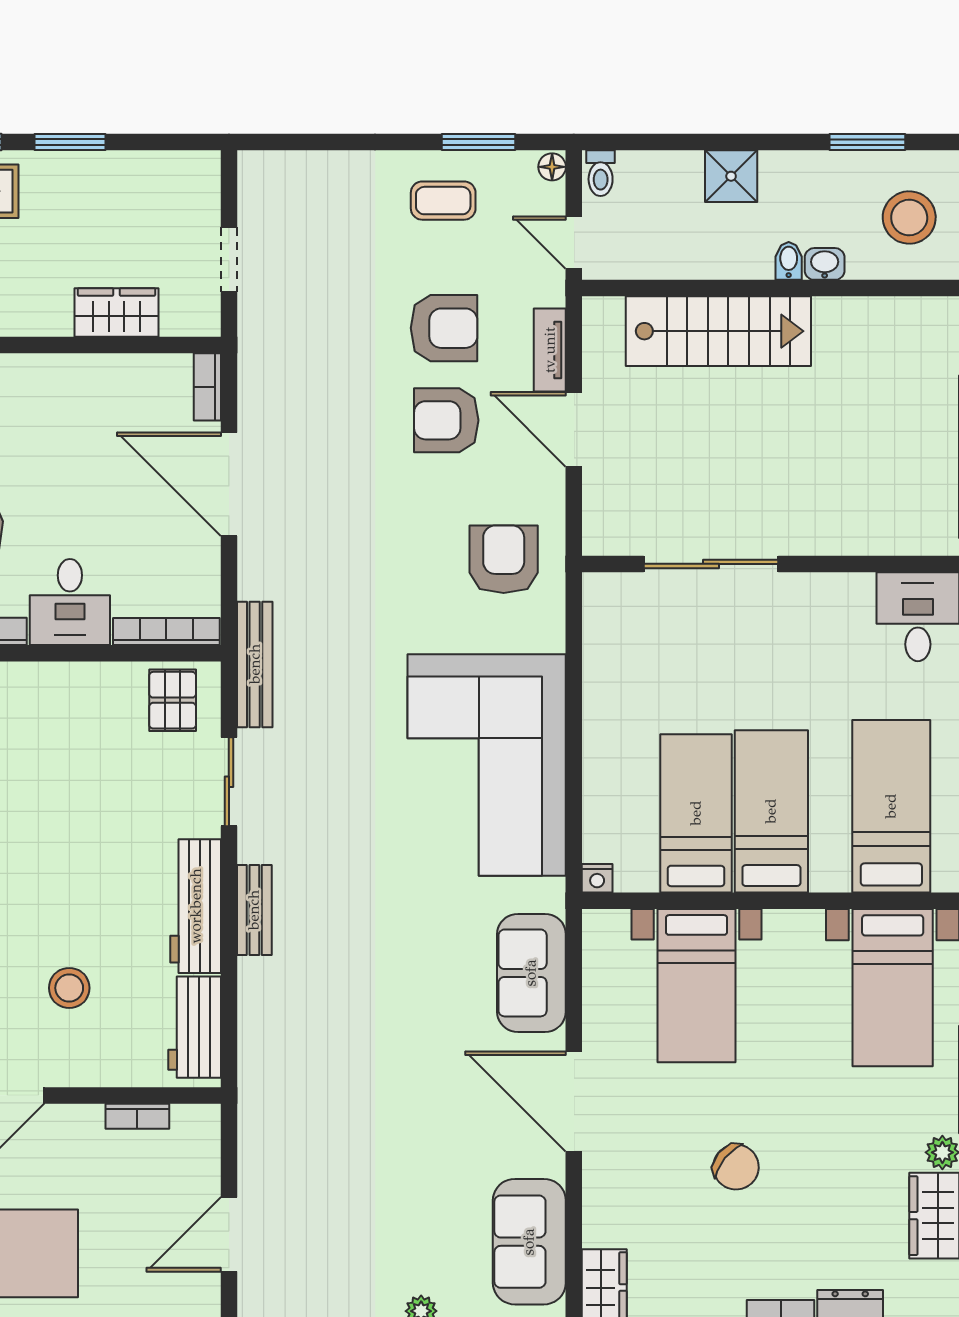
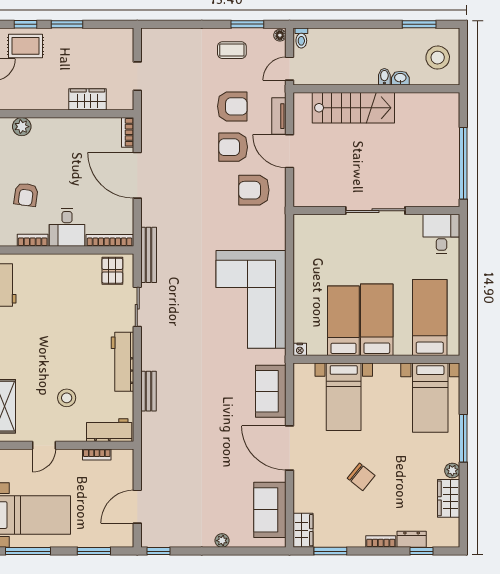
shower: (731, 176) -> (359, 39), removed
door: (574, 243) -> (290, 69), hinge flipped
armchair: (504, 559) -> (254, 190), moved, turned -90
sliding door: (711, 564) -> (375, 211), moved
bench: (254, 910) -> (148, 391), moved
workbench: (195, 1027) -> (109, 430), moved, turned 90

